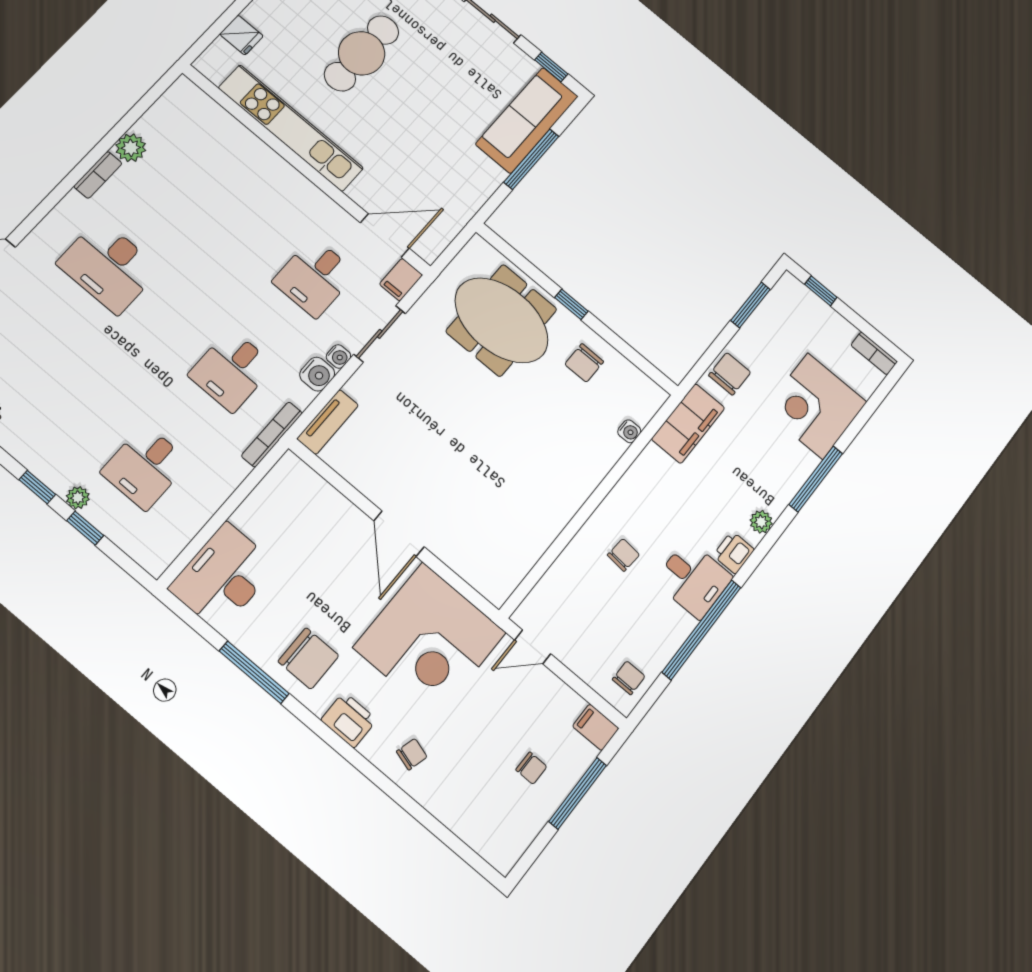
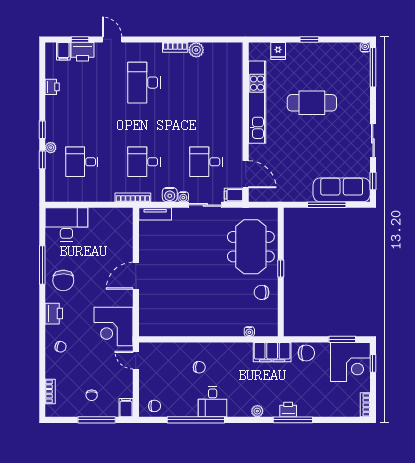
corner desk: (815, 406) -> (350, 362), moved, turned 180
printer: (734, 553) -> (288, 410), moved
corner desk: (430, 640) -> (114, 327), width x0.74, depth x0.74
bookcase: (470, 834) -> (50, 391), added

